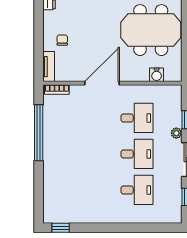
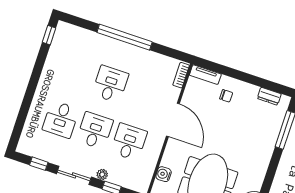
desk: (137, 118) -> (129, 142), turned 180
window: (39, 133) -> (125, 37), moved
desk: (88, 154) -> (110, 84), added
desk: (137, 154) -> (95, 131), turned 180

